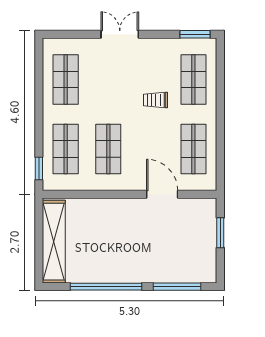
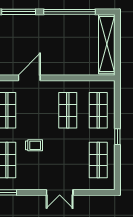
window: (39, 169) -> (117, 137), moved
door: (162, 194) -> (29, 78), swing flipped

